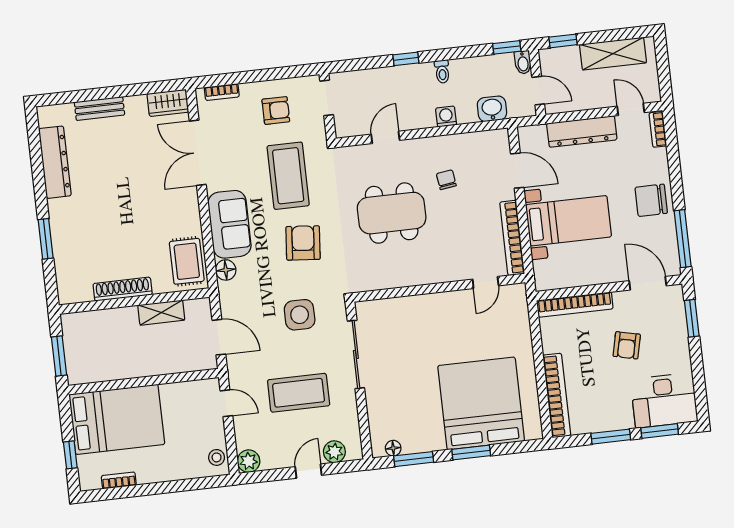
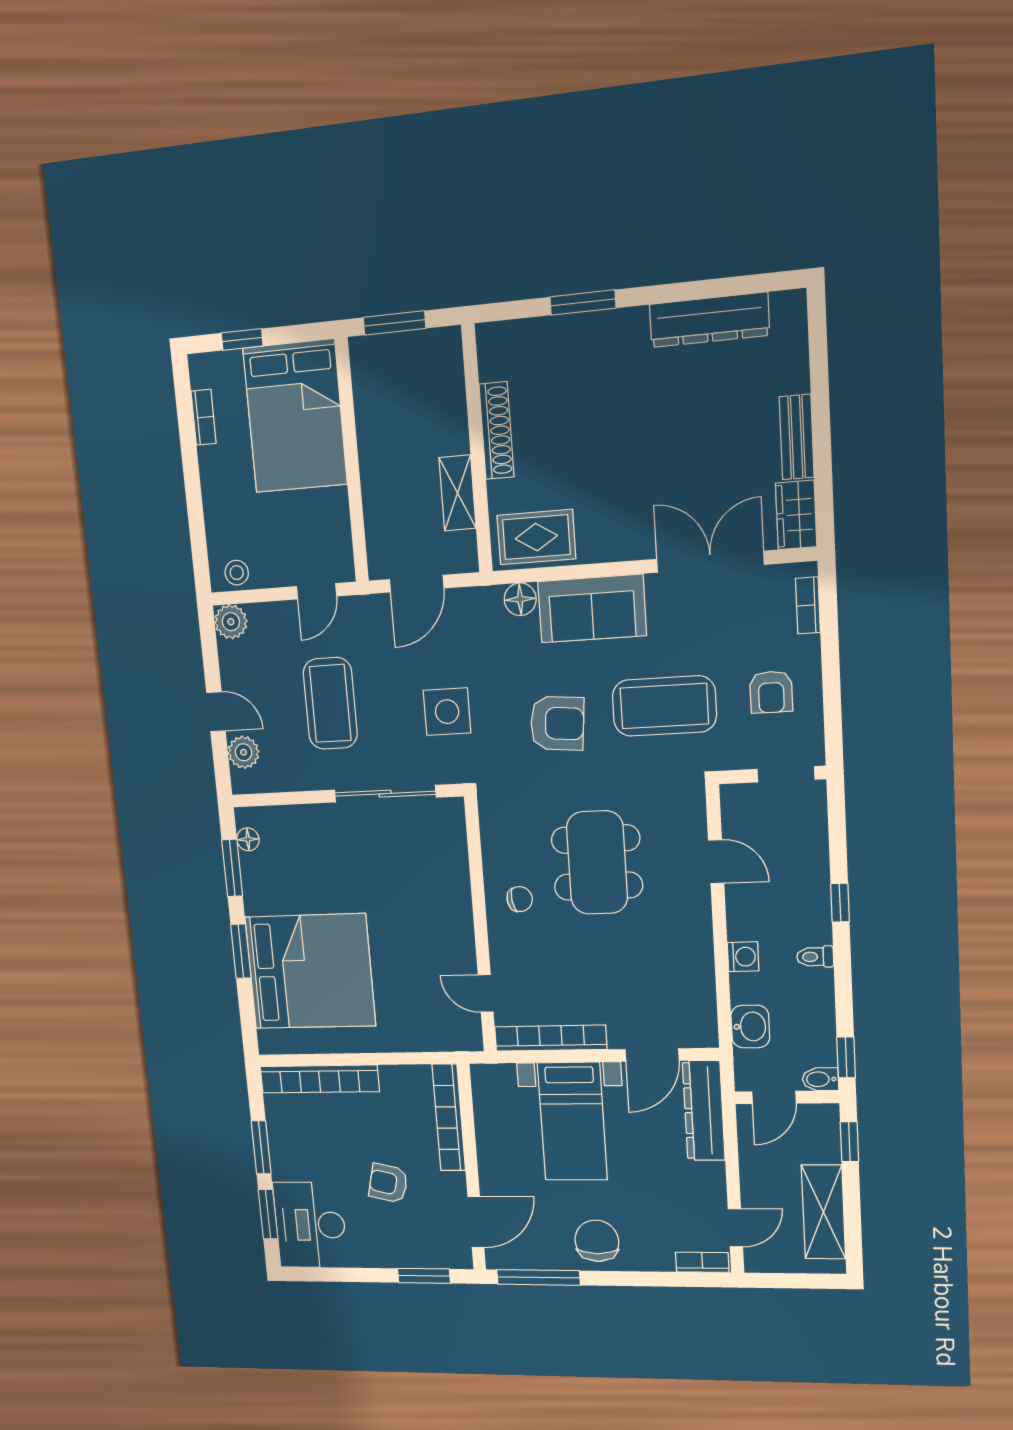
bench: (99, 109) -> (797, 437), moved
dresser: (582, 132) -> (704, 1111), moved
chair: (446, 180) -> (520, 899), moved

